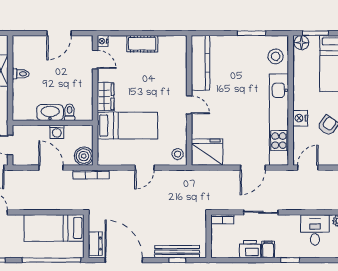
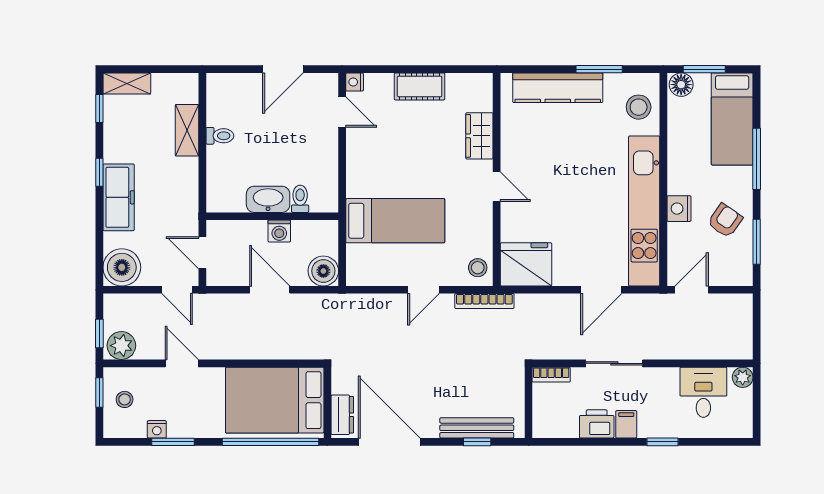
kitchen counter: (200, 63) -> (558, 88), moved, turned 90
wardrobe: (106, 97) -> (479, 136), moved, turned 180
bookcase: (91, 174) -> (484, 301), moved
bed: (54, 228) -> (275, 400), width x1.50

